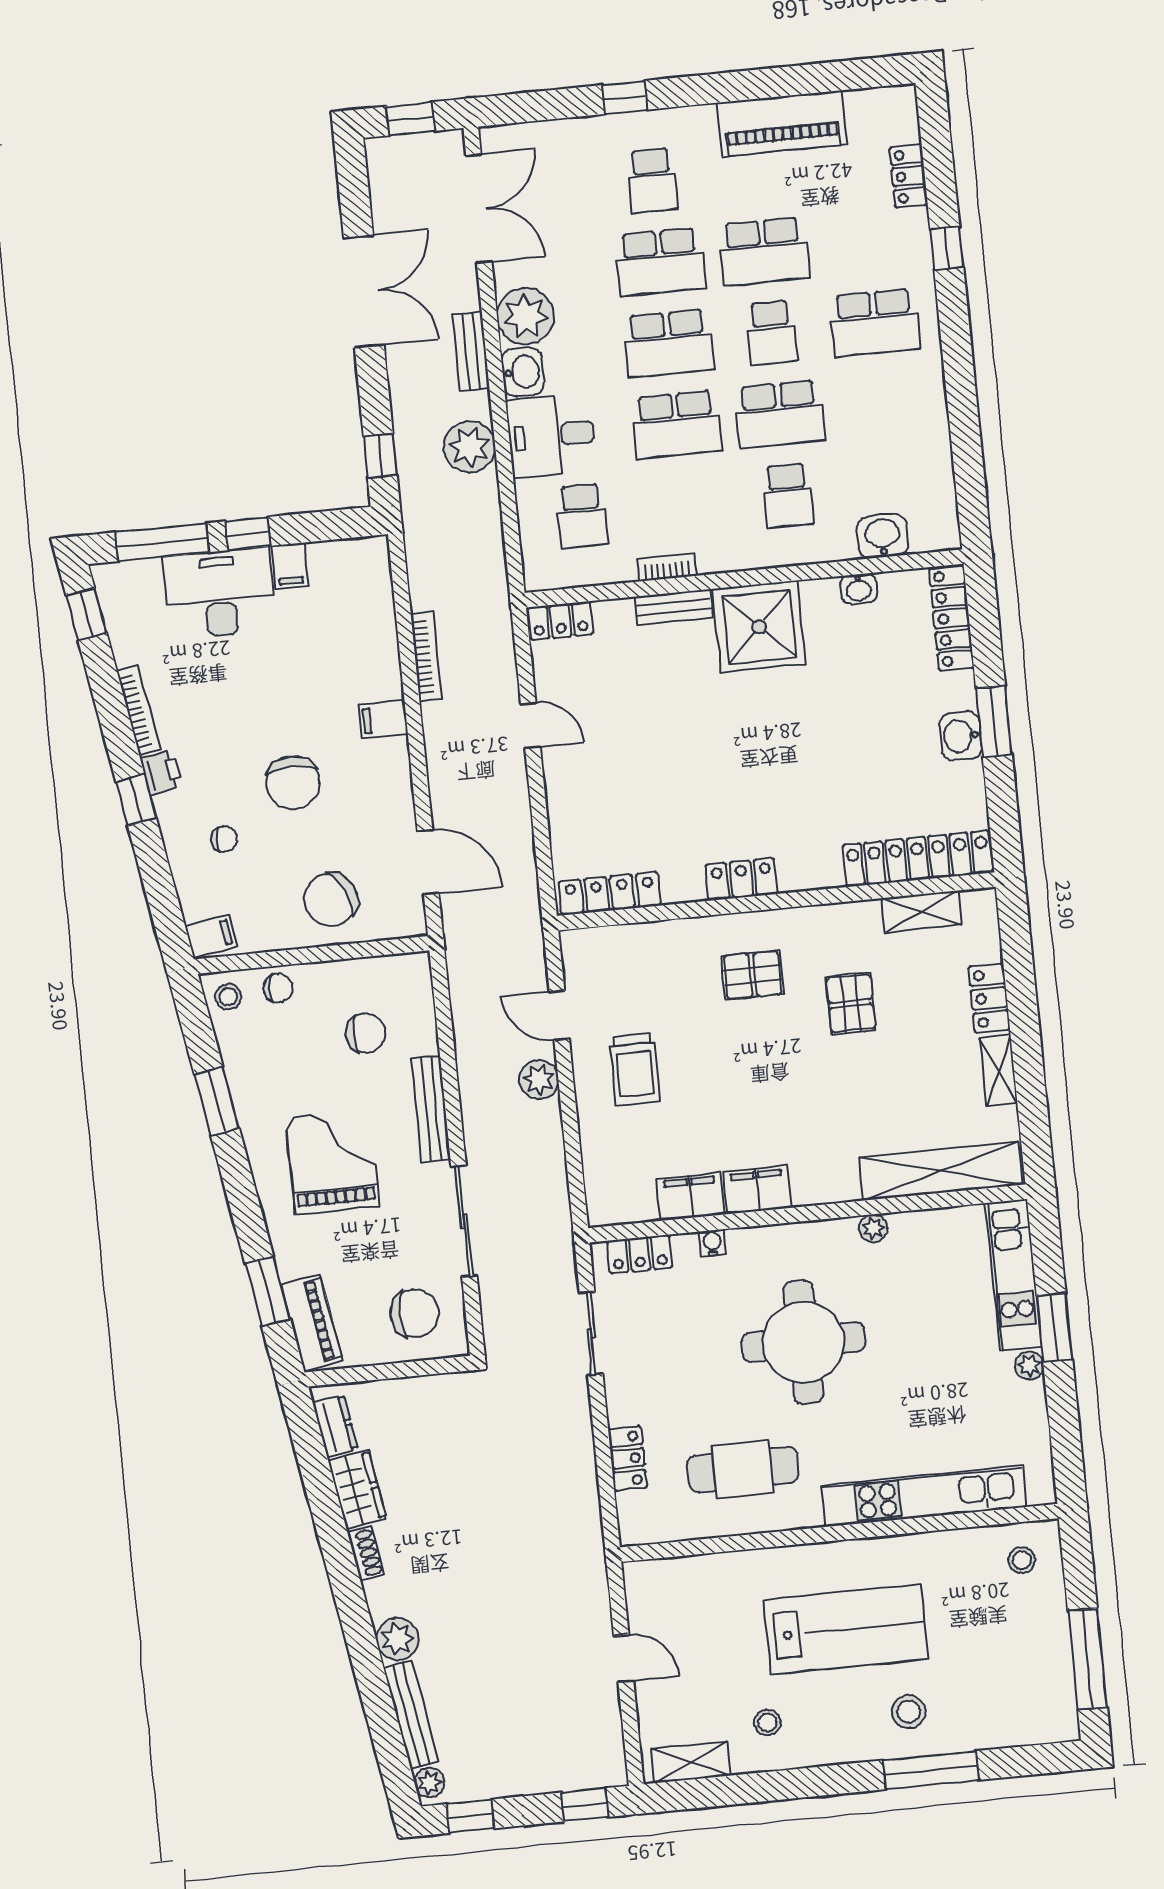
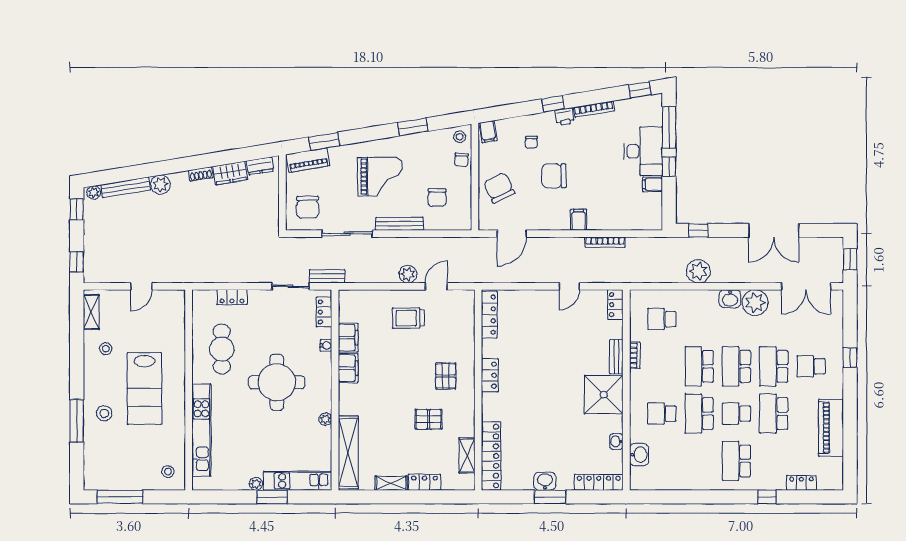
bench: (471, 351) -> (327, 276), moved
desk: (551, 435) -> (700, 309), removed

